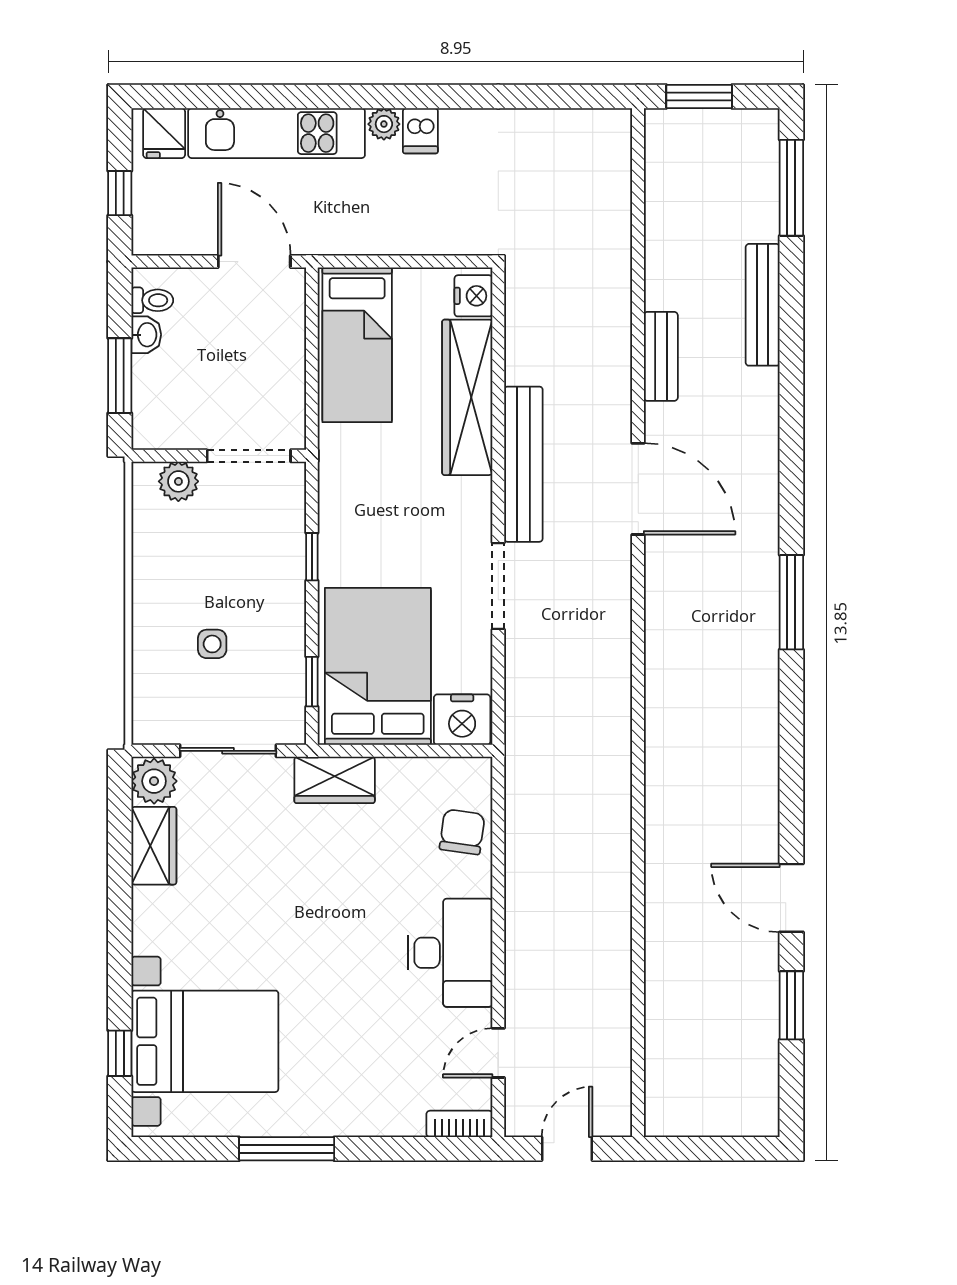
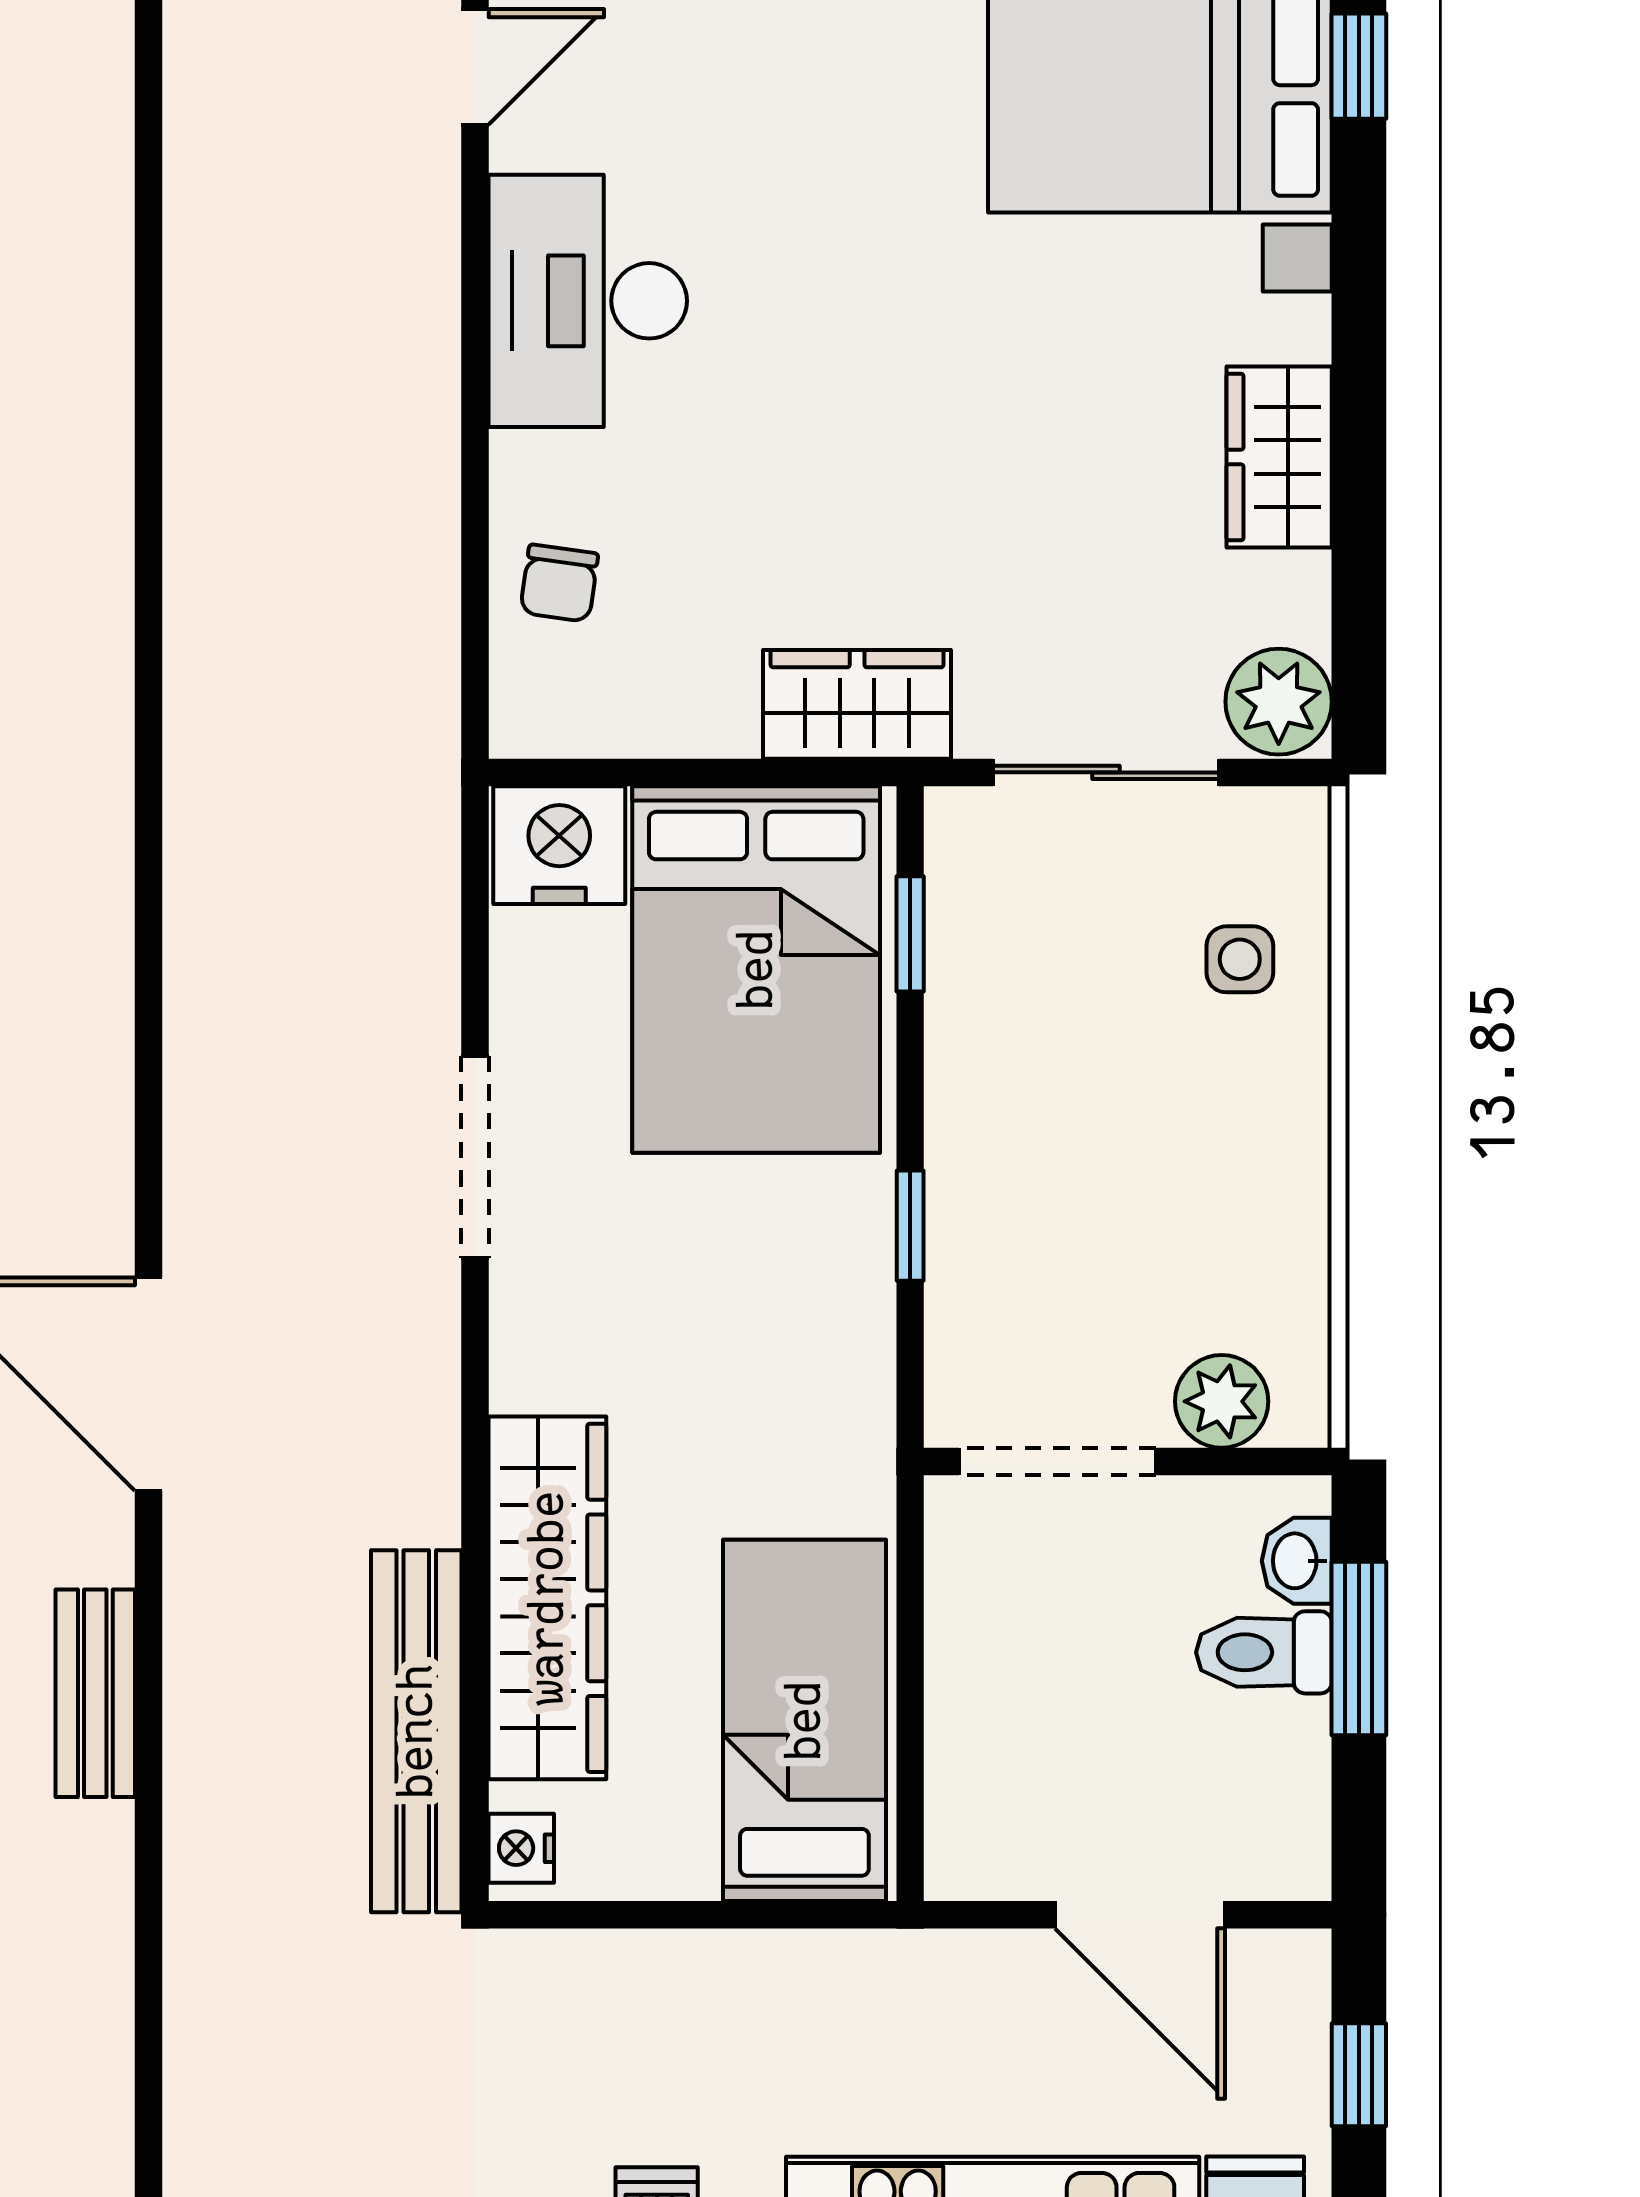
door: (254, 262) -> (1140, 1915), moved
nightstand: (473, 296) -> (521, 1848), width x0.72, depth x0.74
toilet: (152, 300) -> (1264, 1652), moved, width x1.37, depth x1.39
washbasin: (146, 335) -> (1297, 1561), moved
bench: (523, 464) -> (416, 1731), moved
side table: (212, 644) -> (1240, 959), moved
chair: (462, 832) -> (559, 583), width x0.73, depth x0.73
wardrobe: (154, 846) -> (1279, 457), moved

